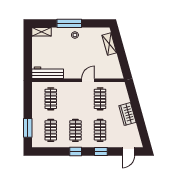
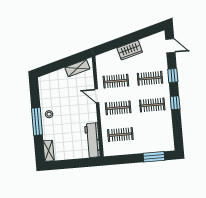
shelving: (109, 44) -> (77, 68), moved
clothes rail: (51, 130) -> (118, 108), moved

